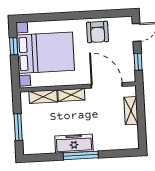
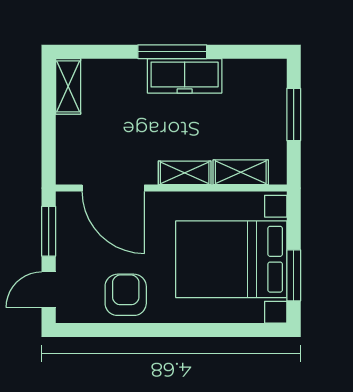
window: (14, 46) -> (294, 275), width x1.50
window: (138, 62) -> (49, 231), width x1.50
shelving: (131, 111) -> (68, 86), moved

